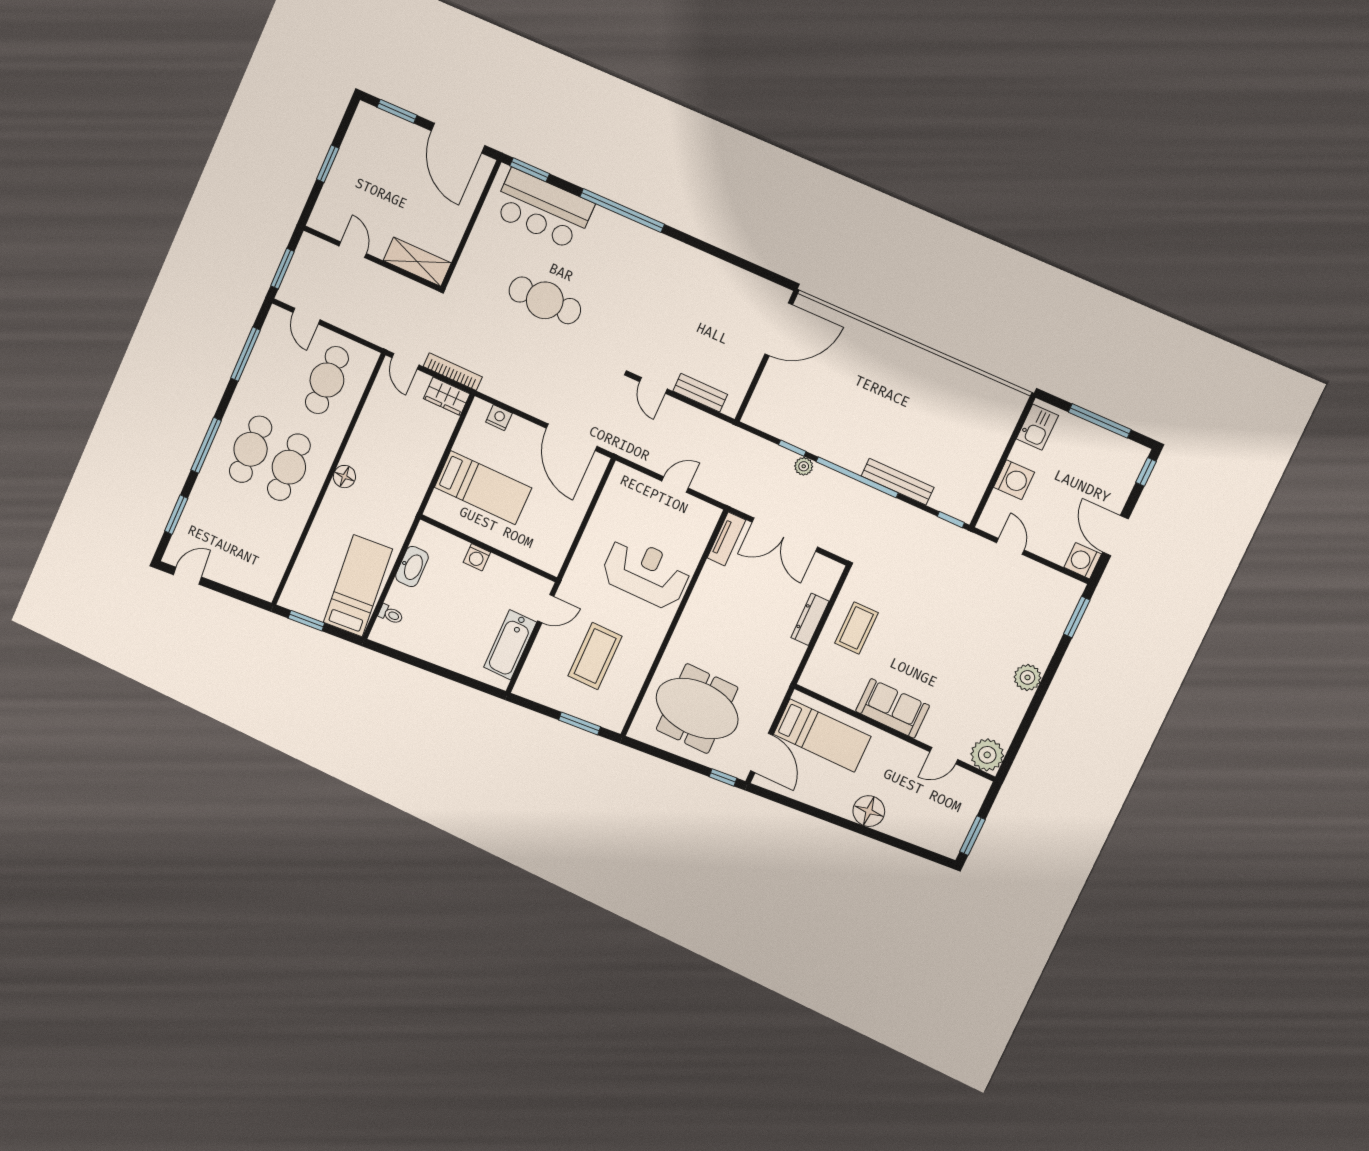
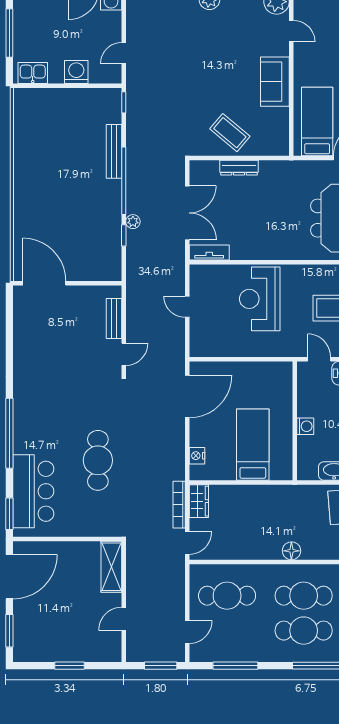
coffee table: (856, 628) -> (230, 133), turned 40

